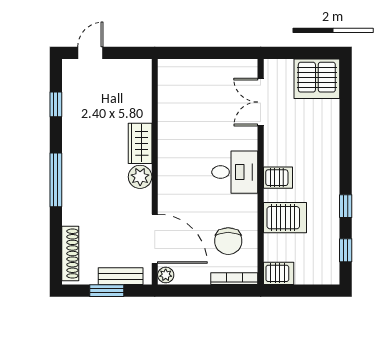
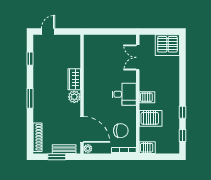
window: (56, 180) -> (30, 98), width x0.69
chair: (228, 241) -> (121, 131), turned -90

